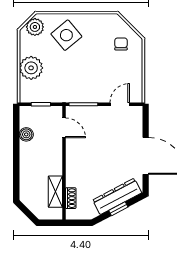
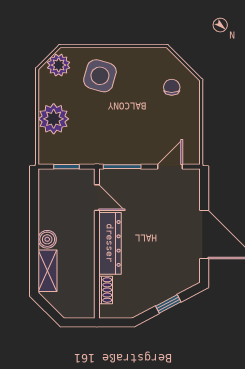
side table: (66, 35) -> (100, 76), turned -34
boiler: (26, 134) -> (47, 239), moved
shelving: (55, 192) -> (47, 271), moved
dresser: (117, 196) -> (110, 243), moved, turned 118

